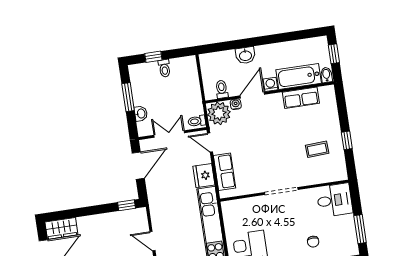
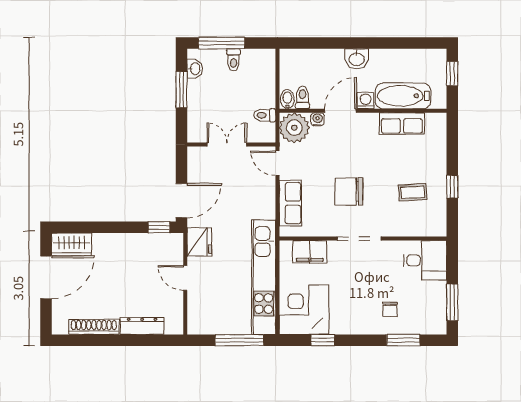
washbasin: (245, 55) -> (357, 59), moved
window: (153, 57) -> (222, 43), width x2.17
bidet: (326, 75) -> (287, 99), moved
washbasin: (141, 114) -> (195, 69), moved
toilet: (197, 121) -> (265, 115), moved
chair: (268, 156) -> (349, 191), added
door: (138, 166) -> (181, 201), moved
fridge: (204, 176) -> (199, 242), moved, turned 180
filing cabinet: (245, 207) -> (310, 252), added

